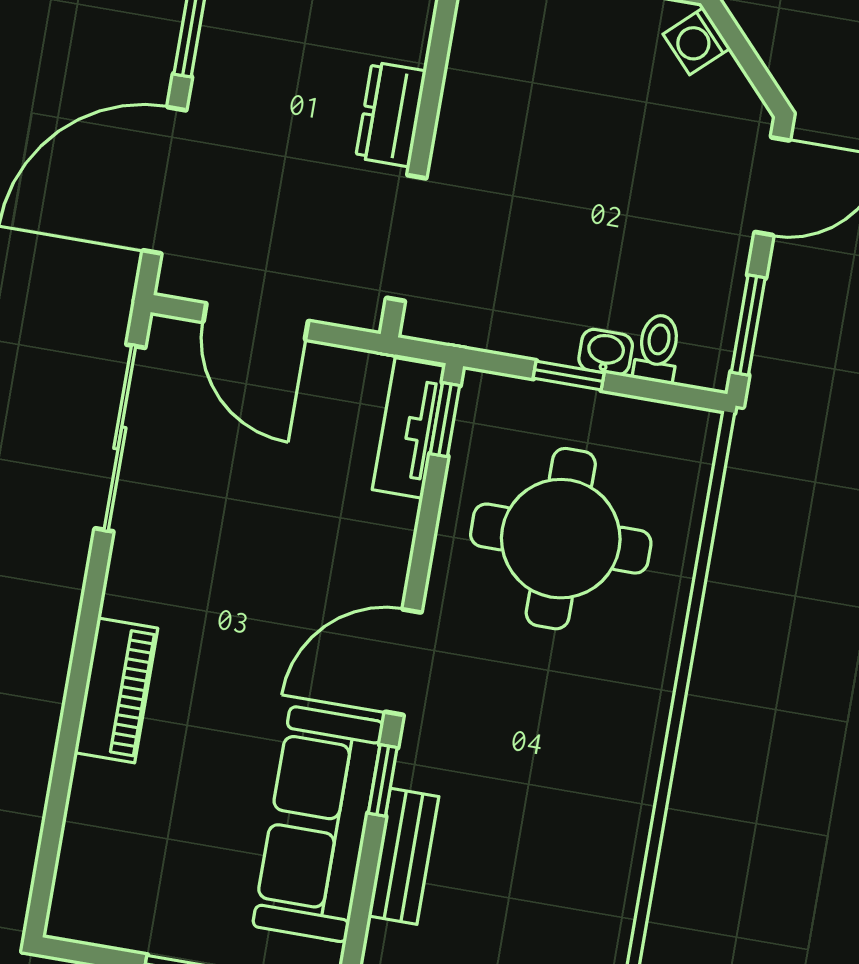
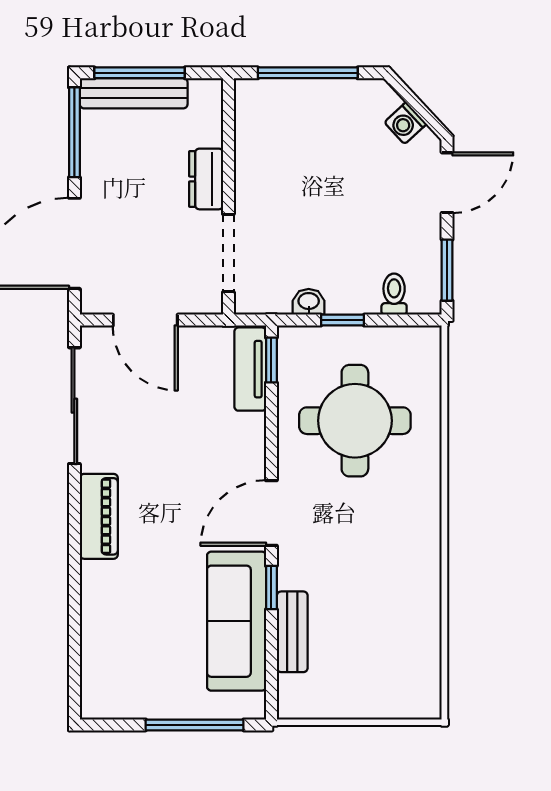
washing machine: (697, 41) -> (405, 123), moved
washbasin: (606, 352) -> (309, 302), moved
piano: (116, 690) -> (99, 516), moved

